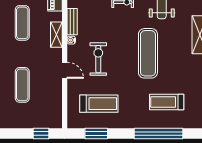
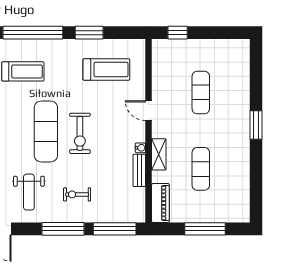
exercise bike: (98, 59) -> (80, 133), moved
treadmill: (99, 104) -> (106, 69), turned 180
window: (96, 134) -> (89, 33), moved

